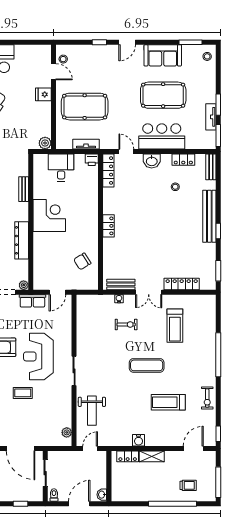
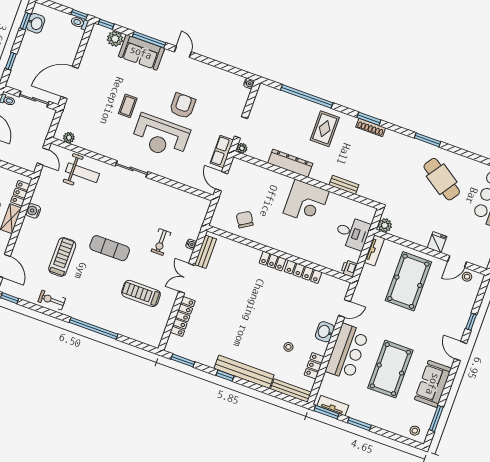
tv unit: (211, 117) -> (333, 406), moved
tv unit: (86, 144) -> (374, 250), moved
bench: (211, 167) -> (291, 391), width x1.36
locker: (108, 171) -> (303, 272), moved
reception desk: (38, 356) -> (161, 137), turned 180
exercise mat: (147, 365) -> (110, 248), turned 90
weight bench: (92, 411) -> (83, 173), turned 180

